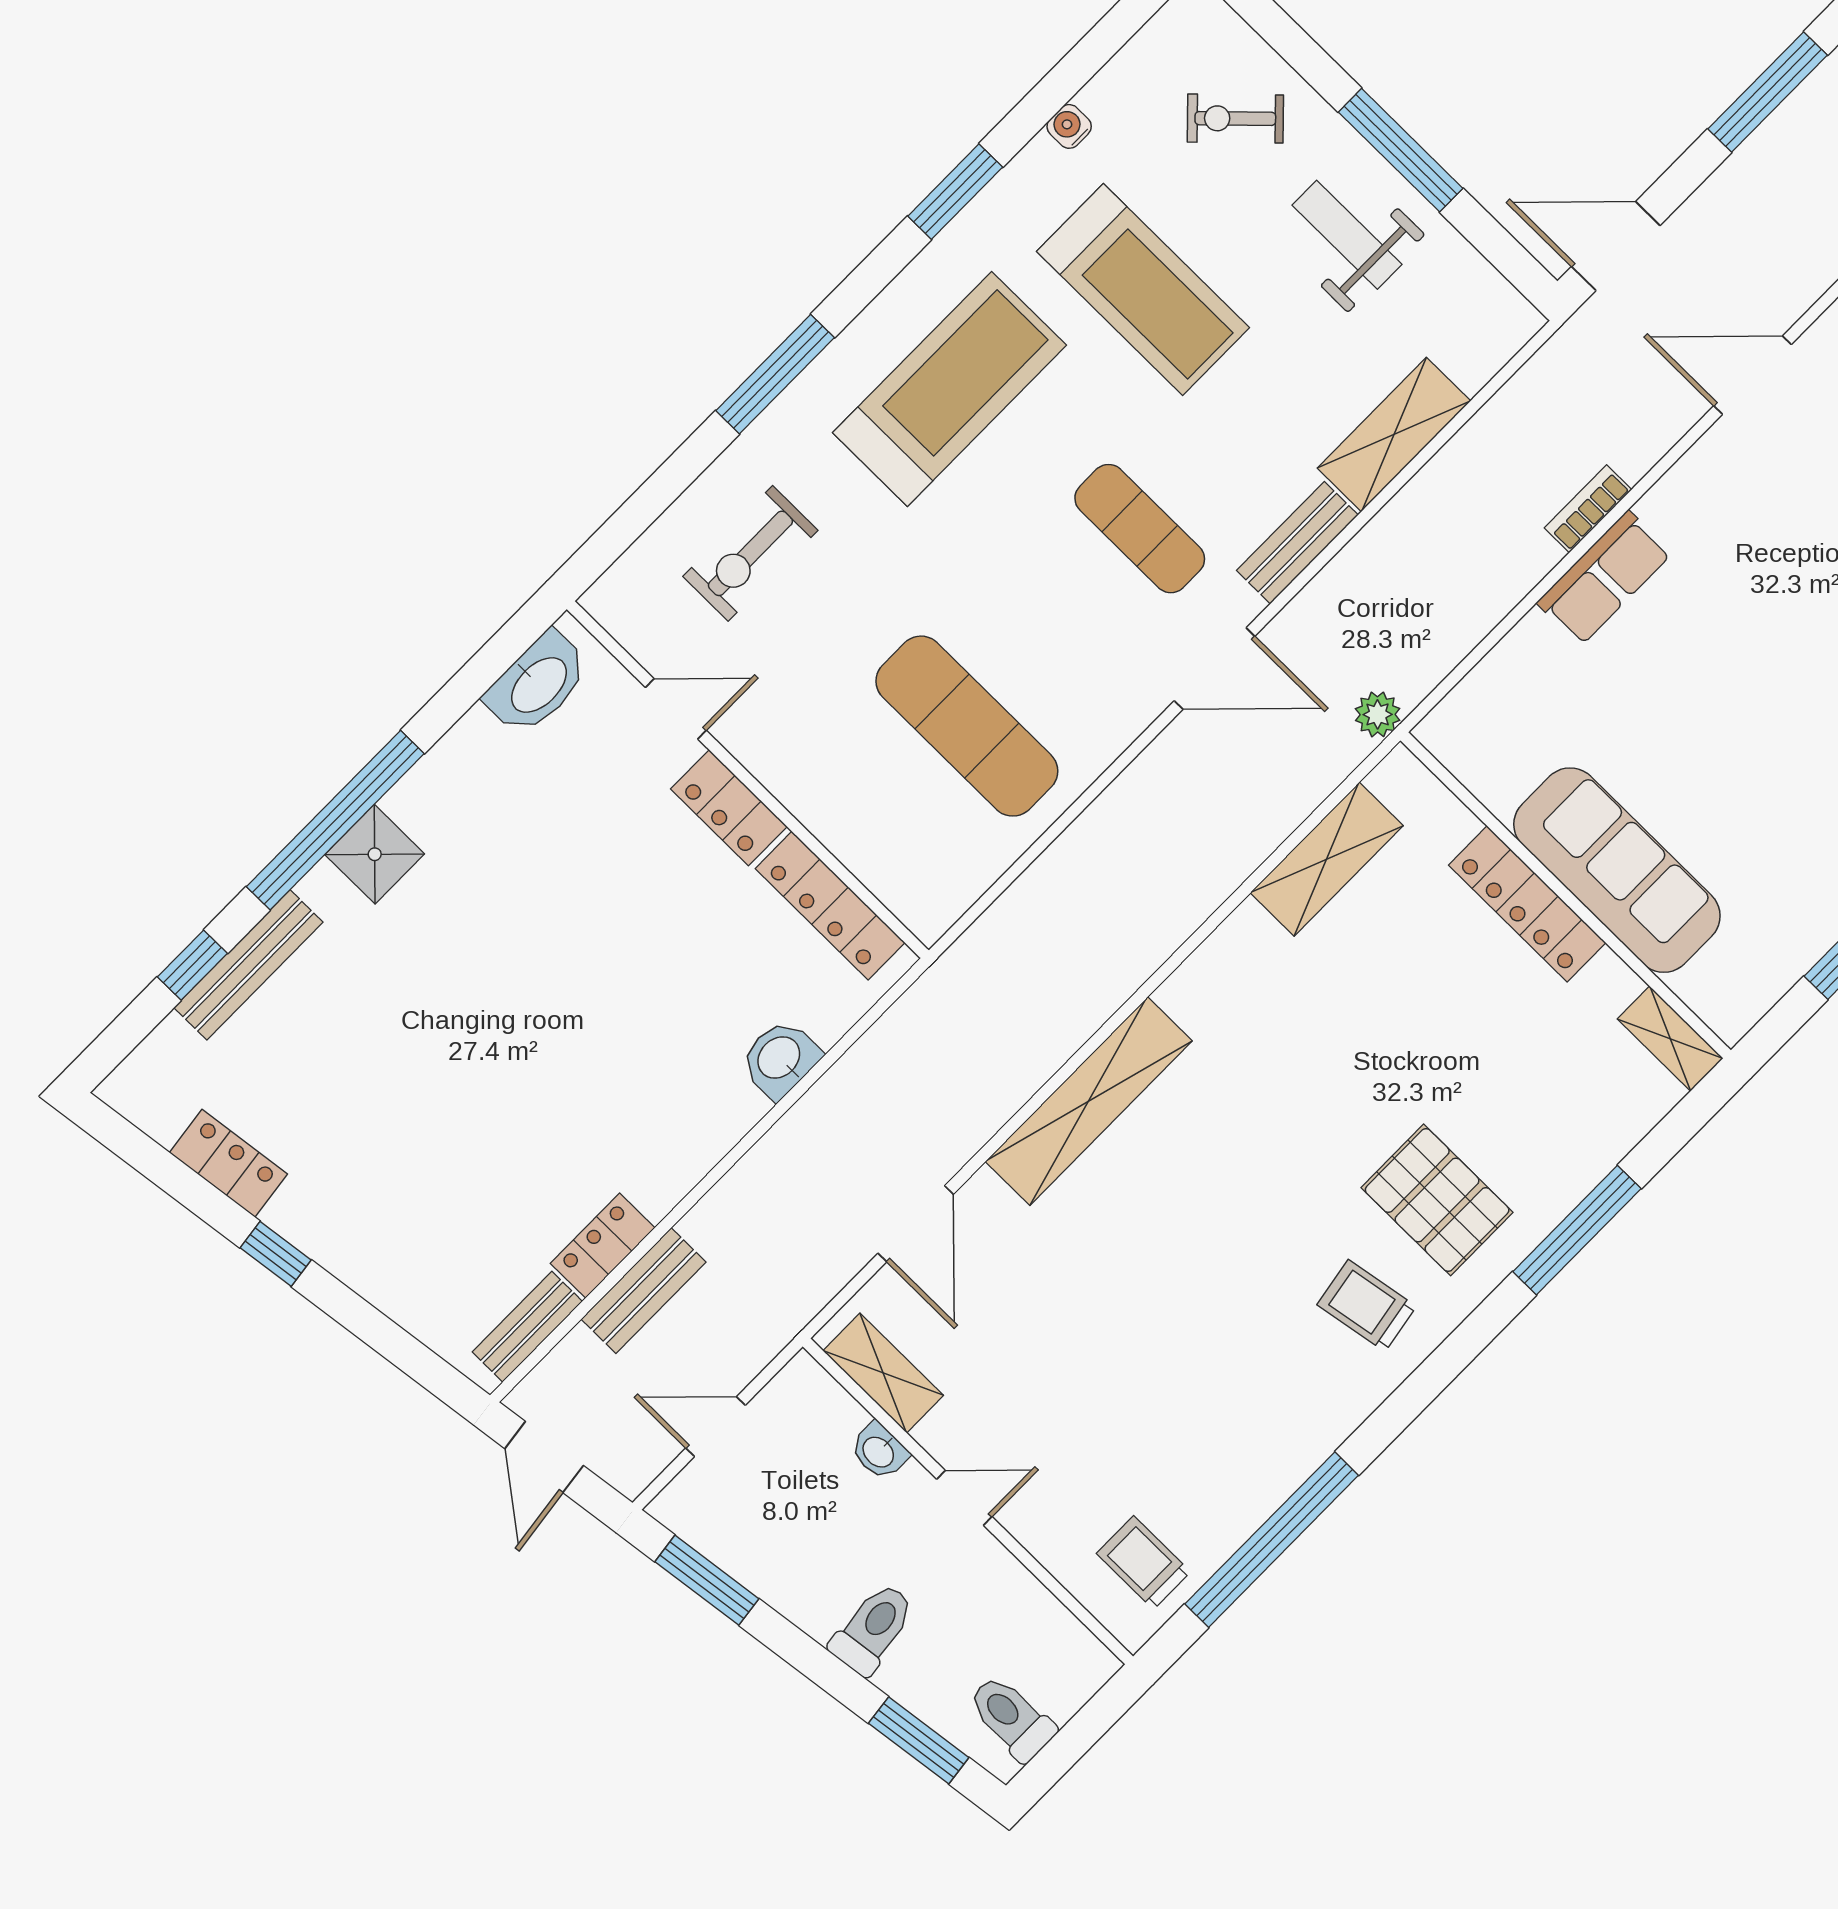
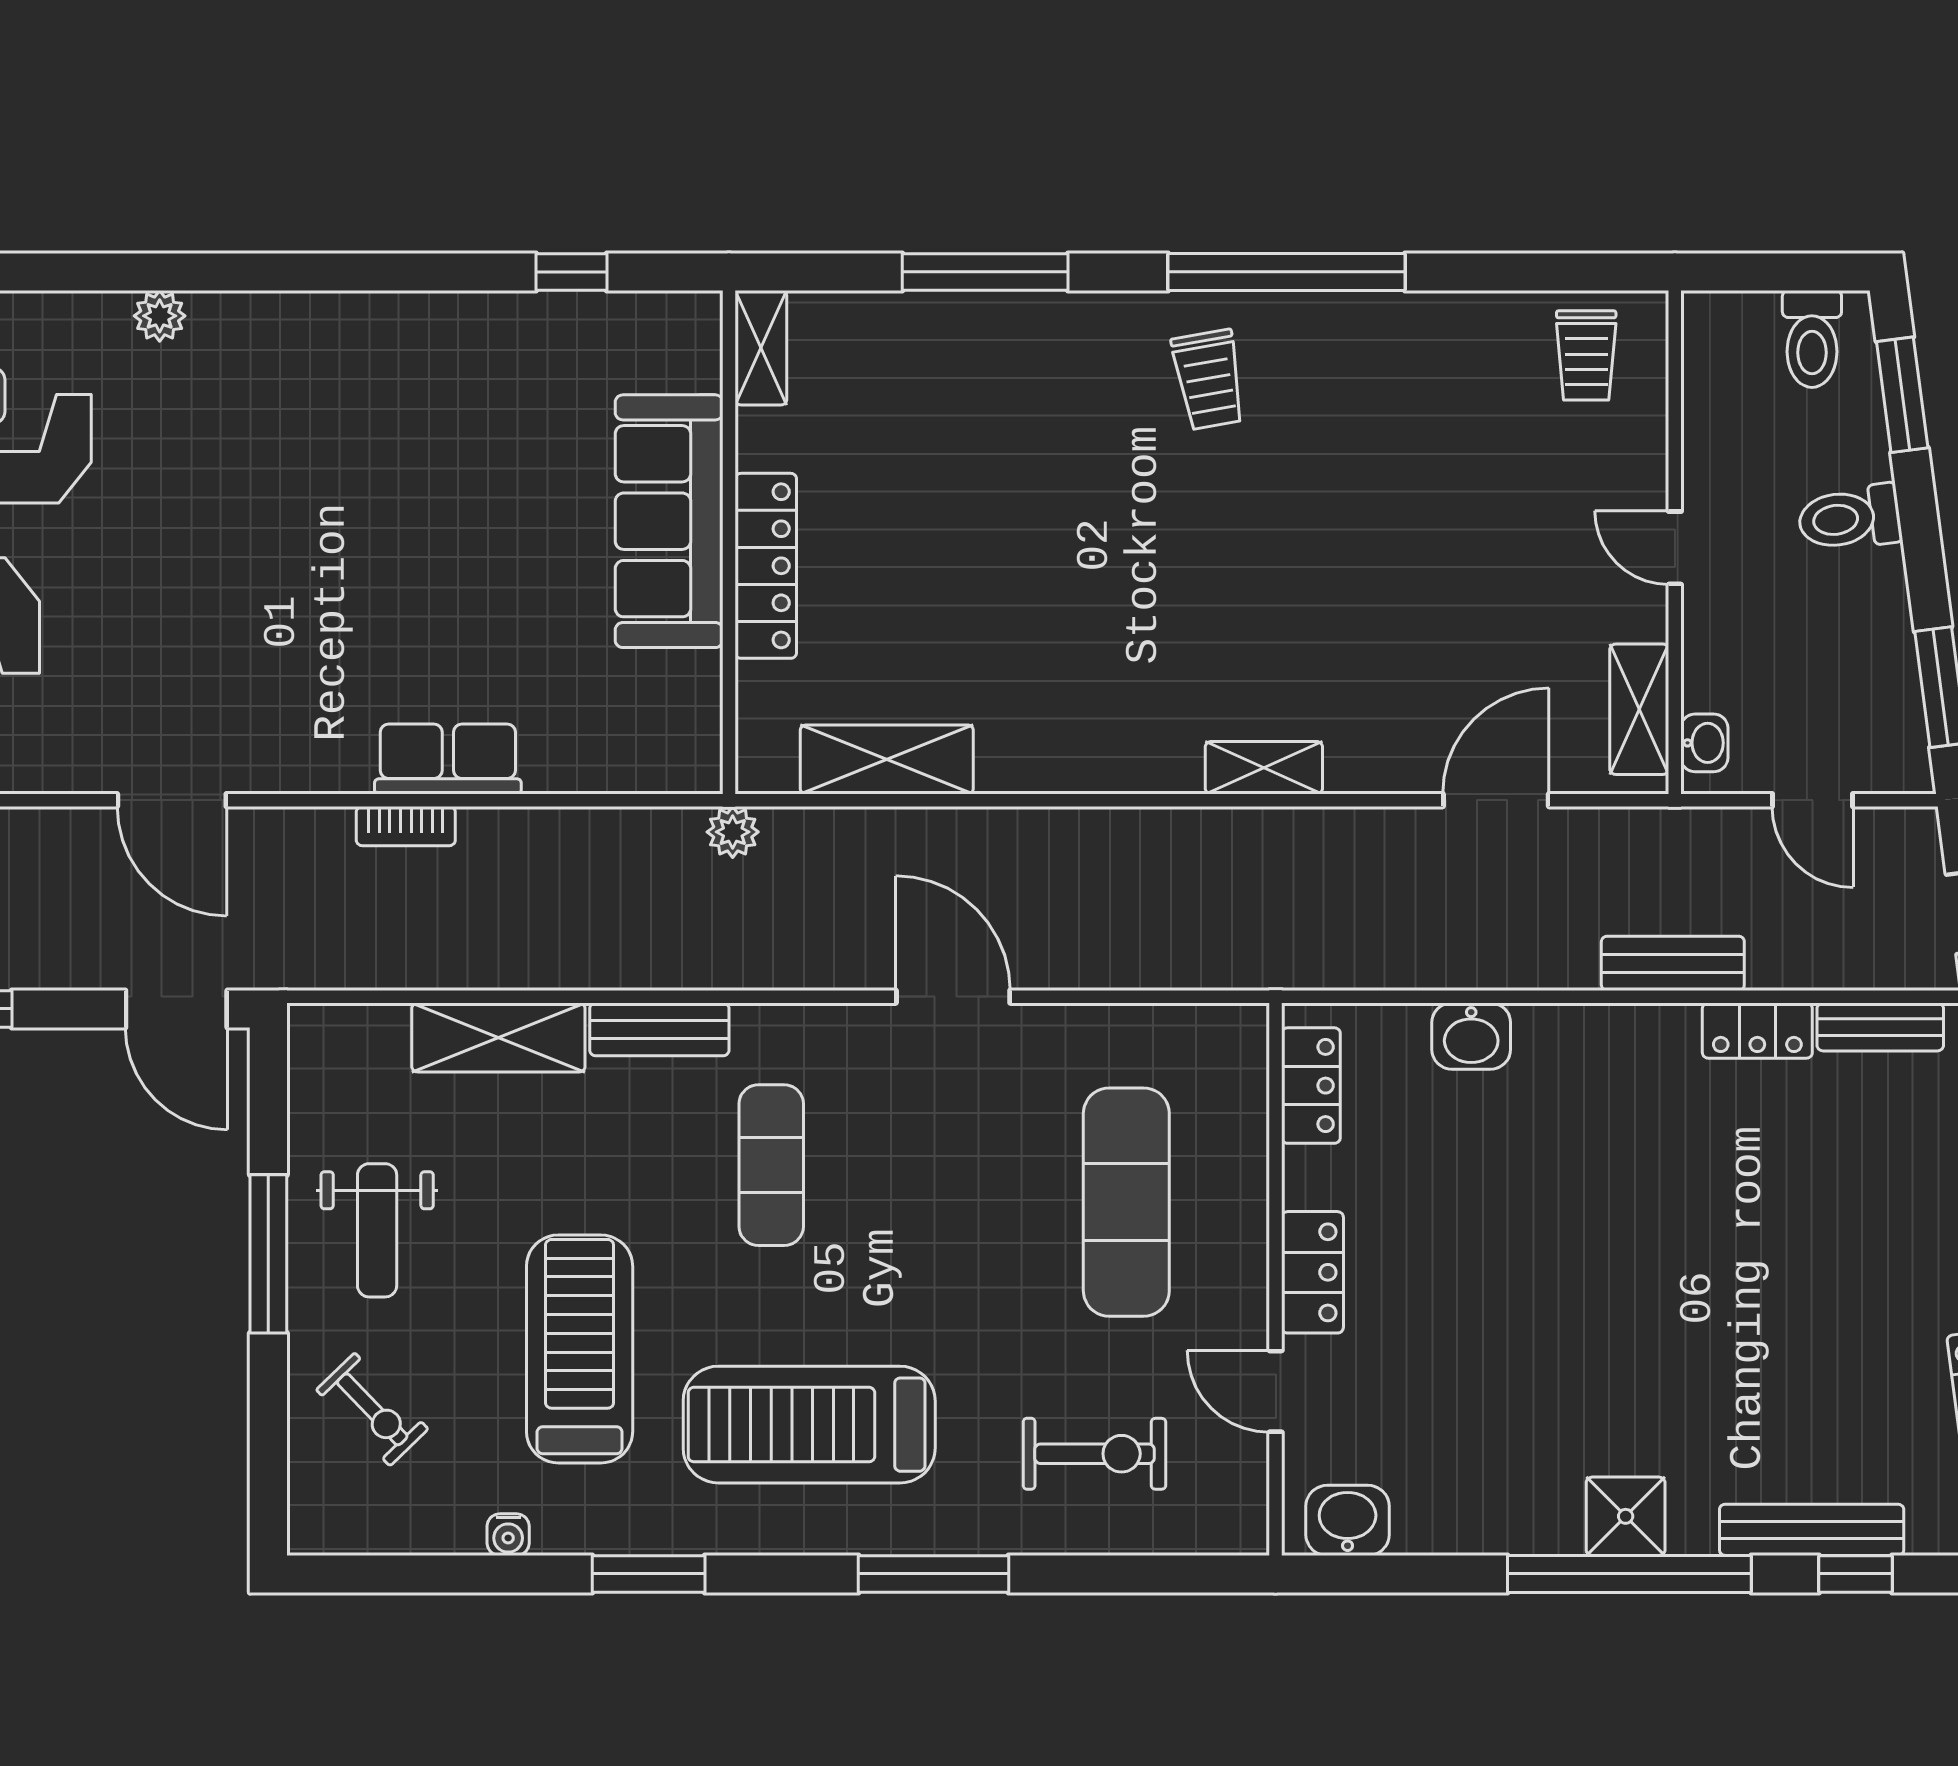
door: (1215, 669) -> (953, 997), moved
washbasin: (538, 684) -> (1348, 1520), width x0.72
exercise mat: (967, 726) -> (1126, 1202), moved
locker: (830, 906) -> (1311, 1086), width x0.66
shelving: (1089, 1101) -> (1264, 768), width x0.45, depth x0.75
pallet: (1437, 1200) -> (1070, 406), removed
bench: (643, 1291) -> (1673, 963), moved
washbasin: (879, 1451) -> (1704, 743), moved
window: (1272, 1540) -> (1287, 272), moved

